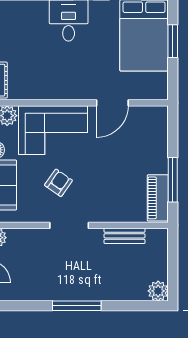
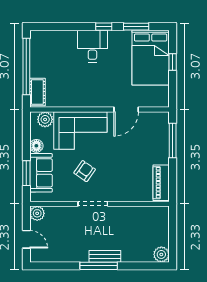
window: (173, 41) -> (173, 62), width x0.67
window: (173, 180) -> (173, 140), moved
bench: (125, 236) -> (105, 256), moved

